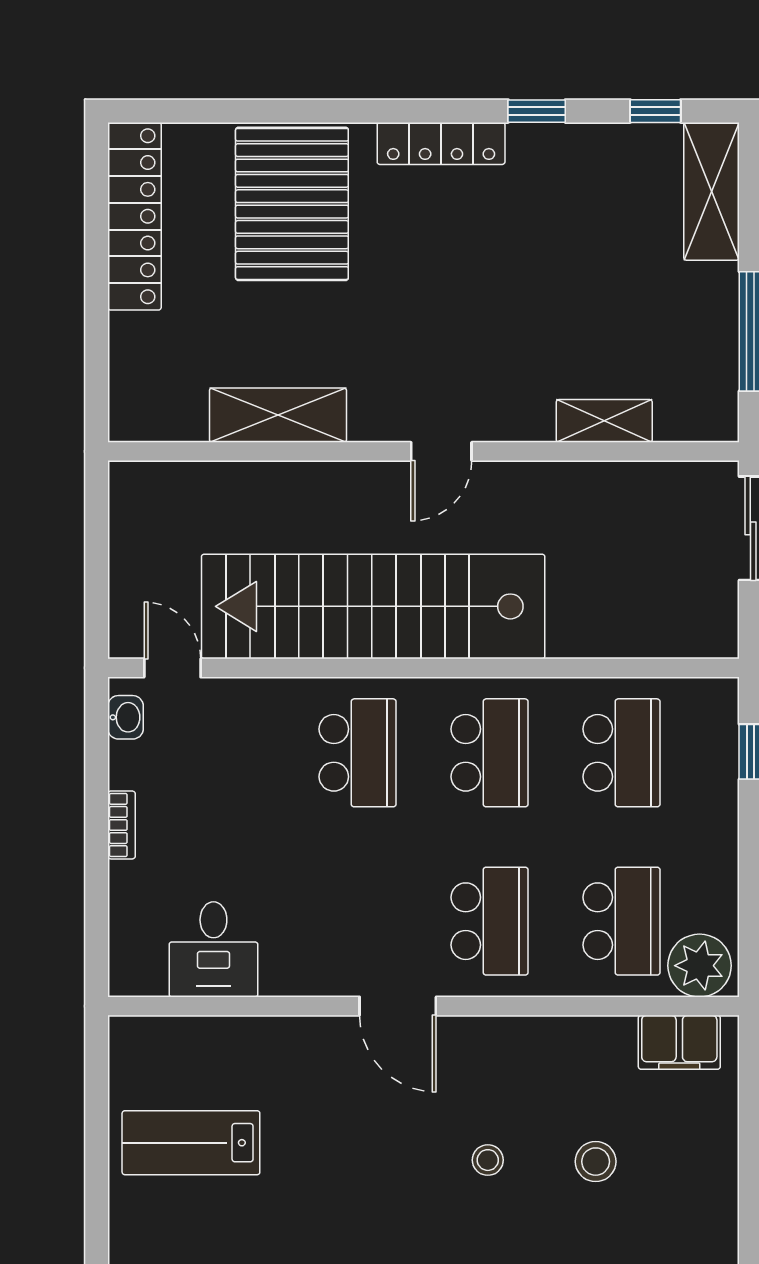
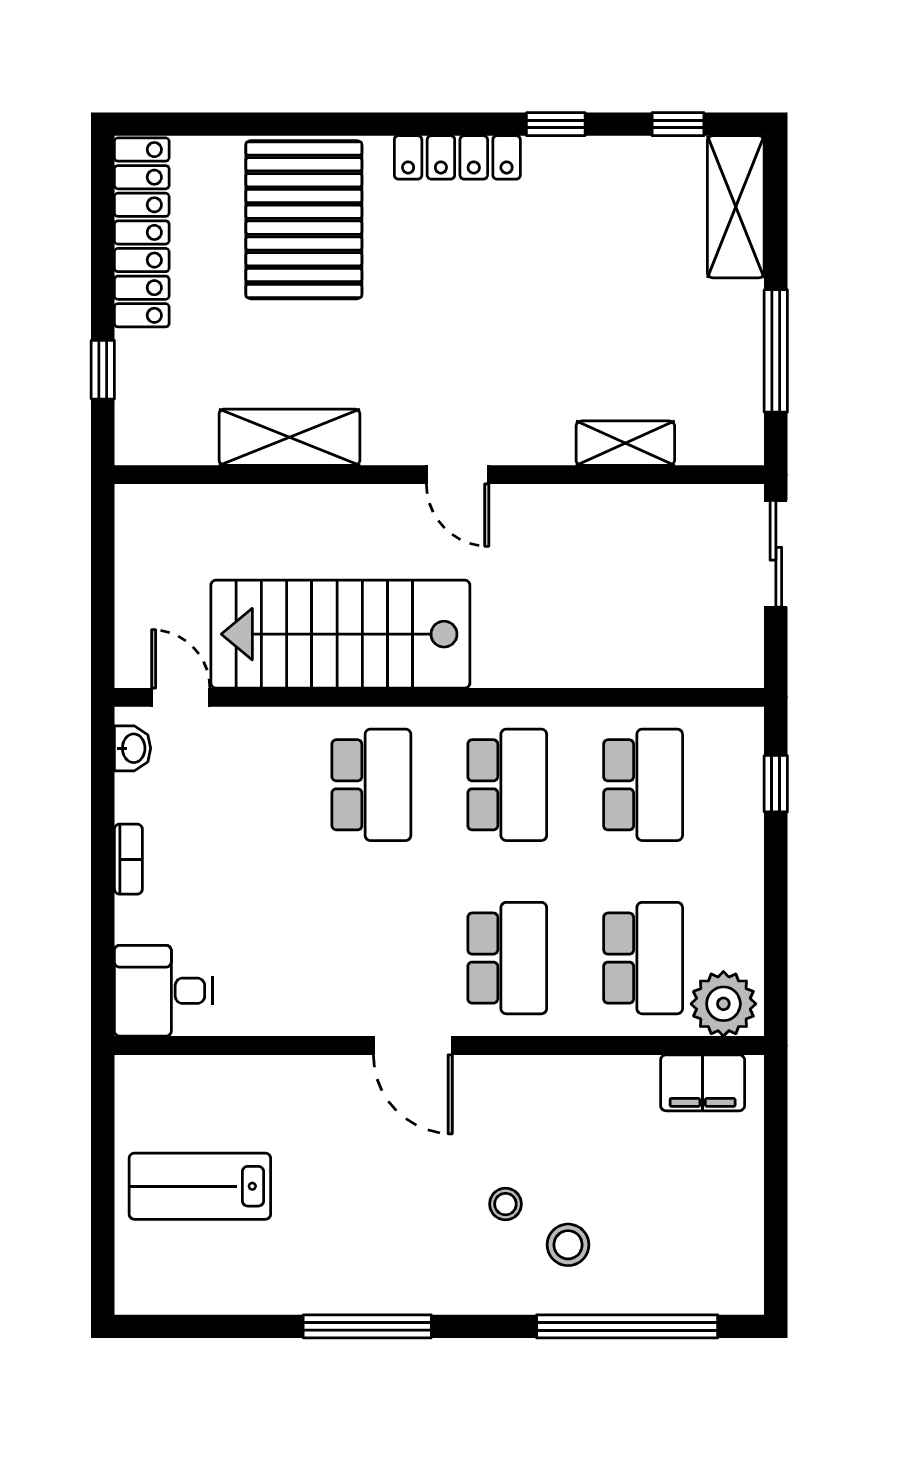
window: (97, 350) -> (103, 370), added
door: (441, 451) -> (458, 475), hinge flipped
stairs: (373, 606) -> (340, 634), width x0.73
desk: (213, 949) -> (163, 991), moved, turned 90
stool: (596, 1162) -> (568, 1245), moved

